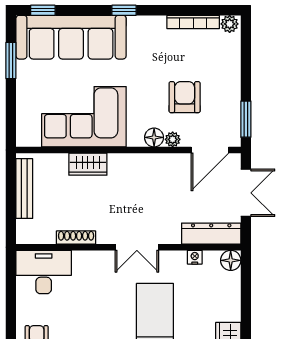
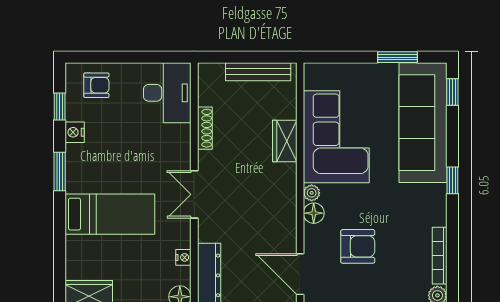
plant: (173, 139) -> (312, 193), moved

